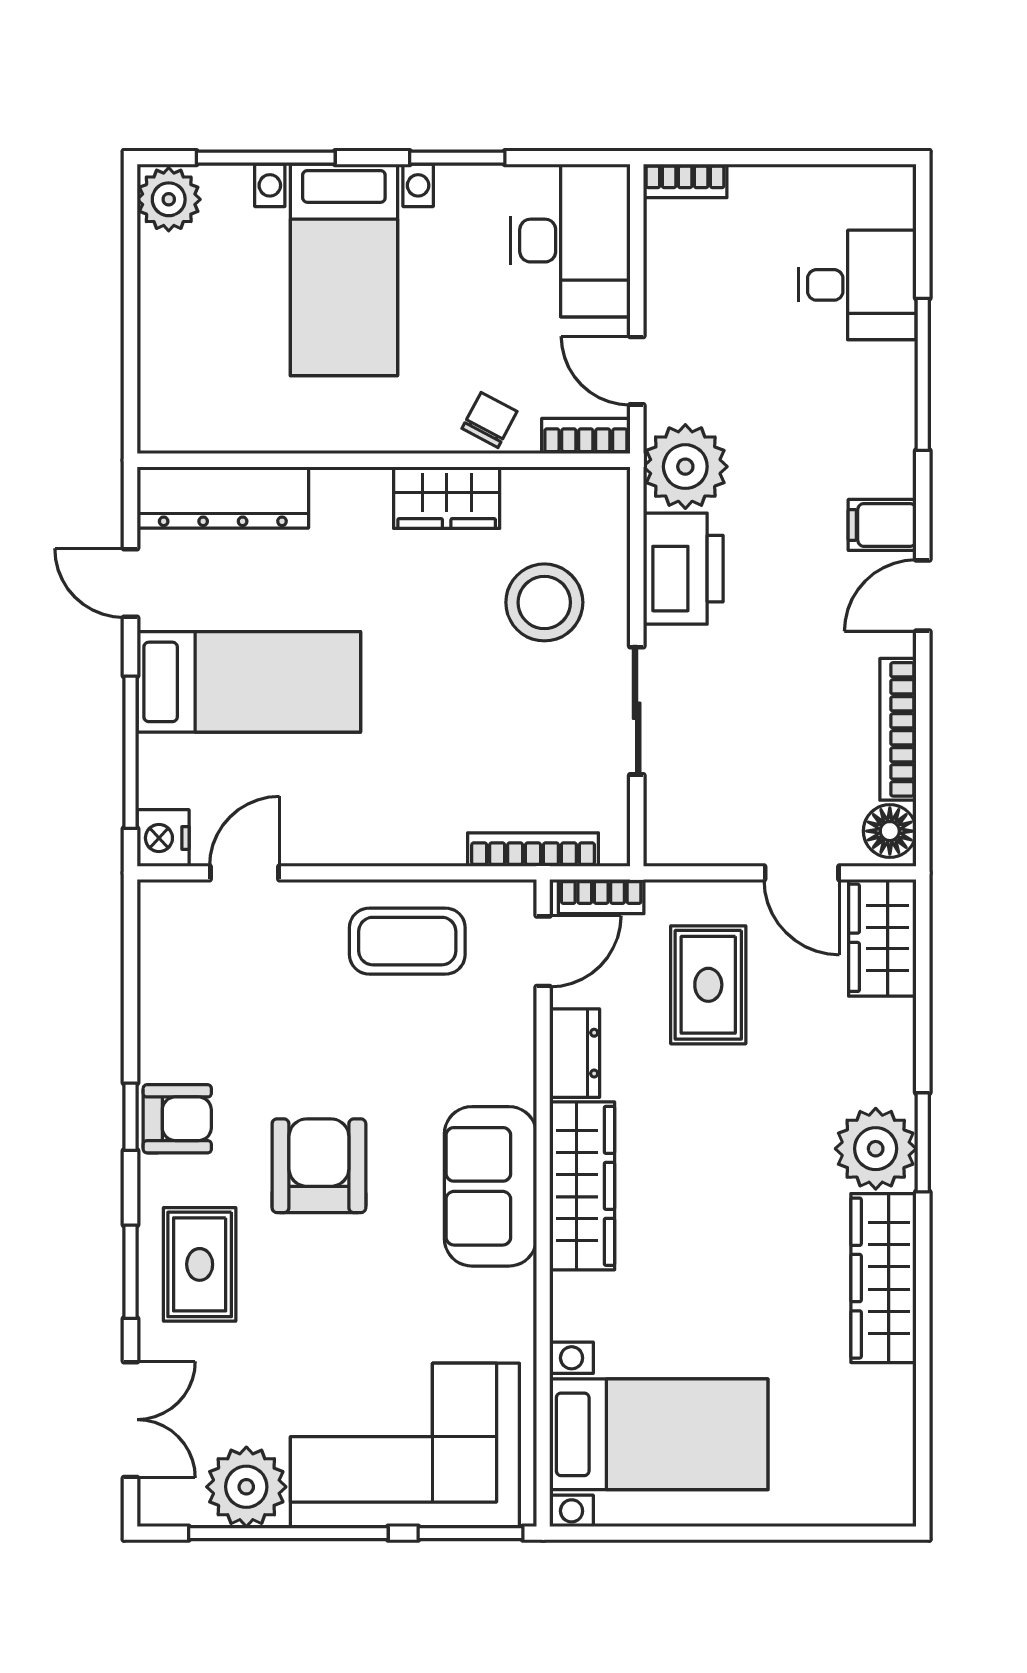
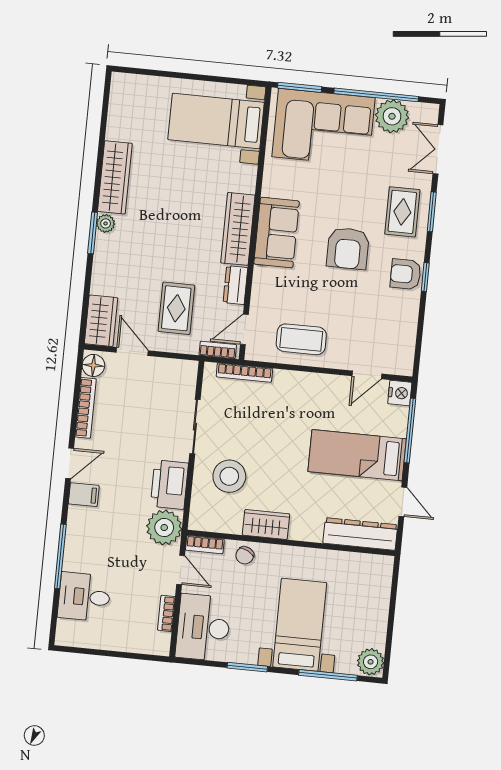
bookcase: (685, 181) -> (166, 613), moved, turned -90
plant: (876, 1149) -> (106, 223), width x0.53, depth x0.53

